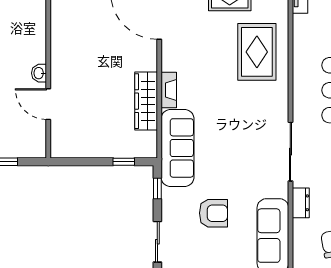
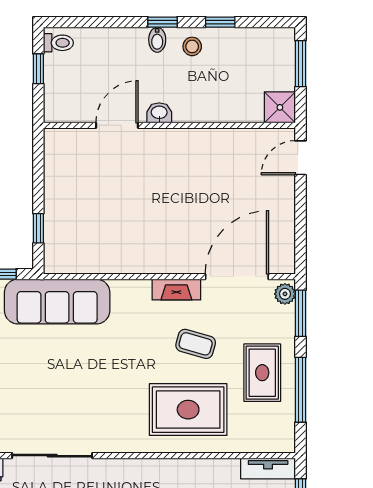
coffee table: (209, 46) -> (196, 344), added
fireplace: (169, 90) -> (176, 290), moved
wardrobe: (146, 101) -> (121, 259), removed

